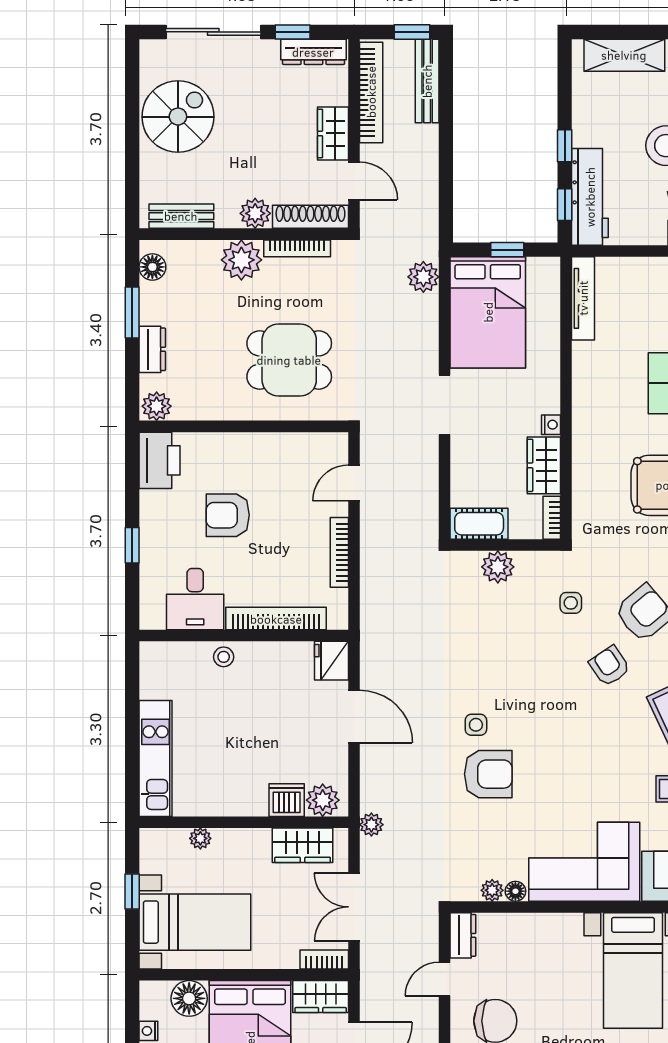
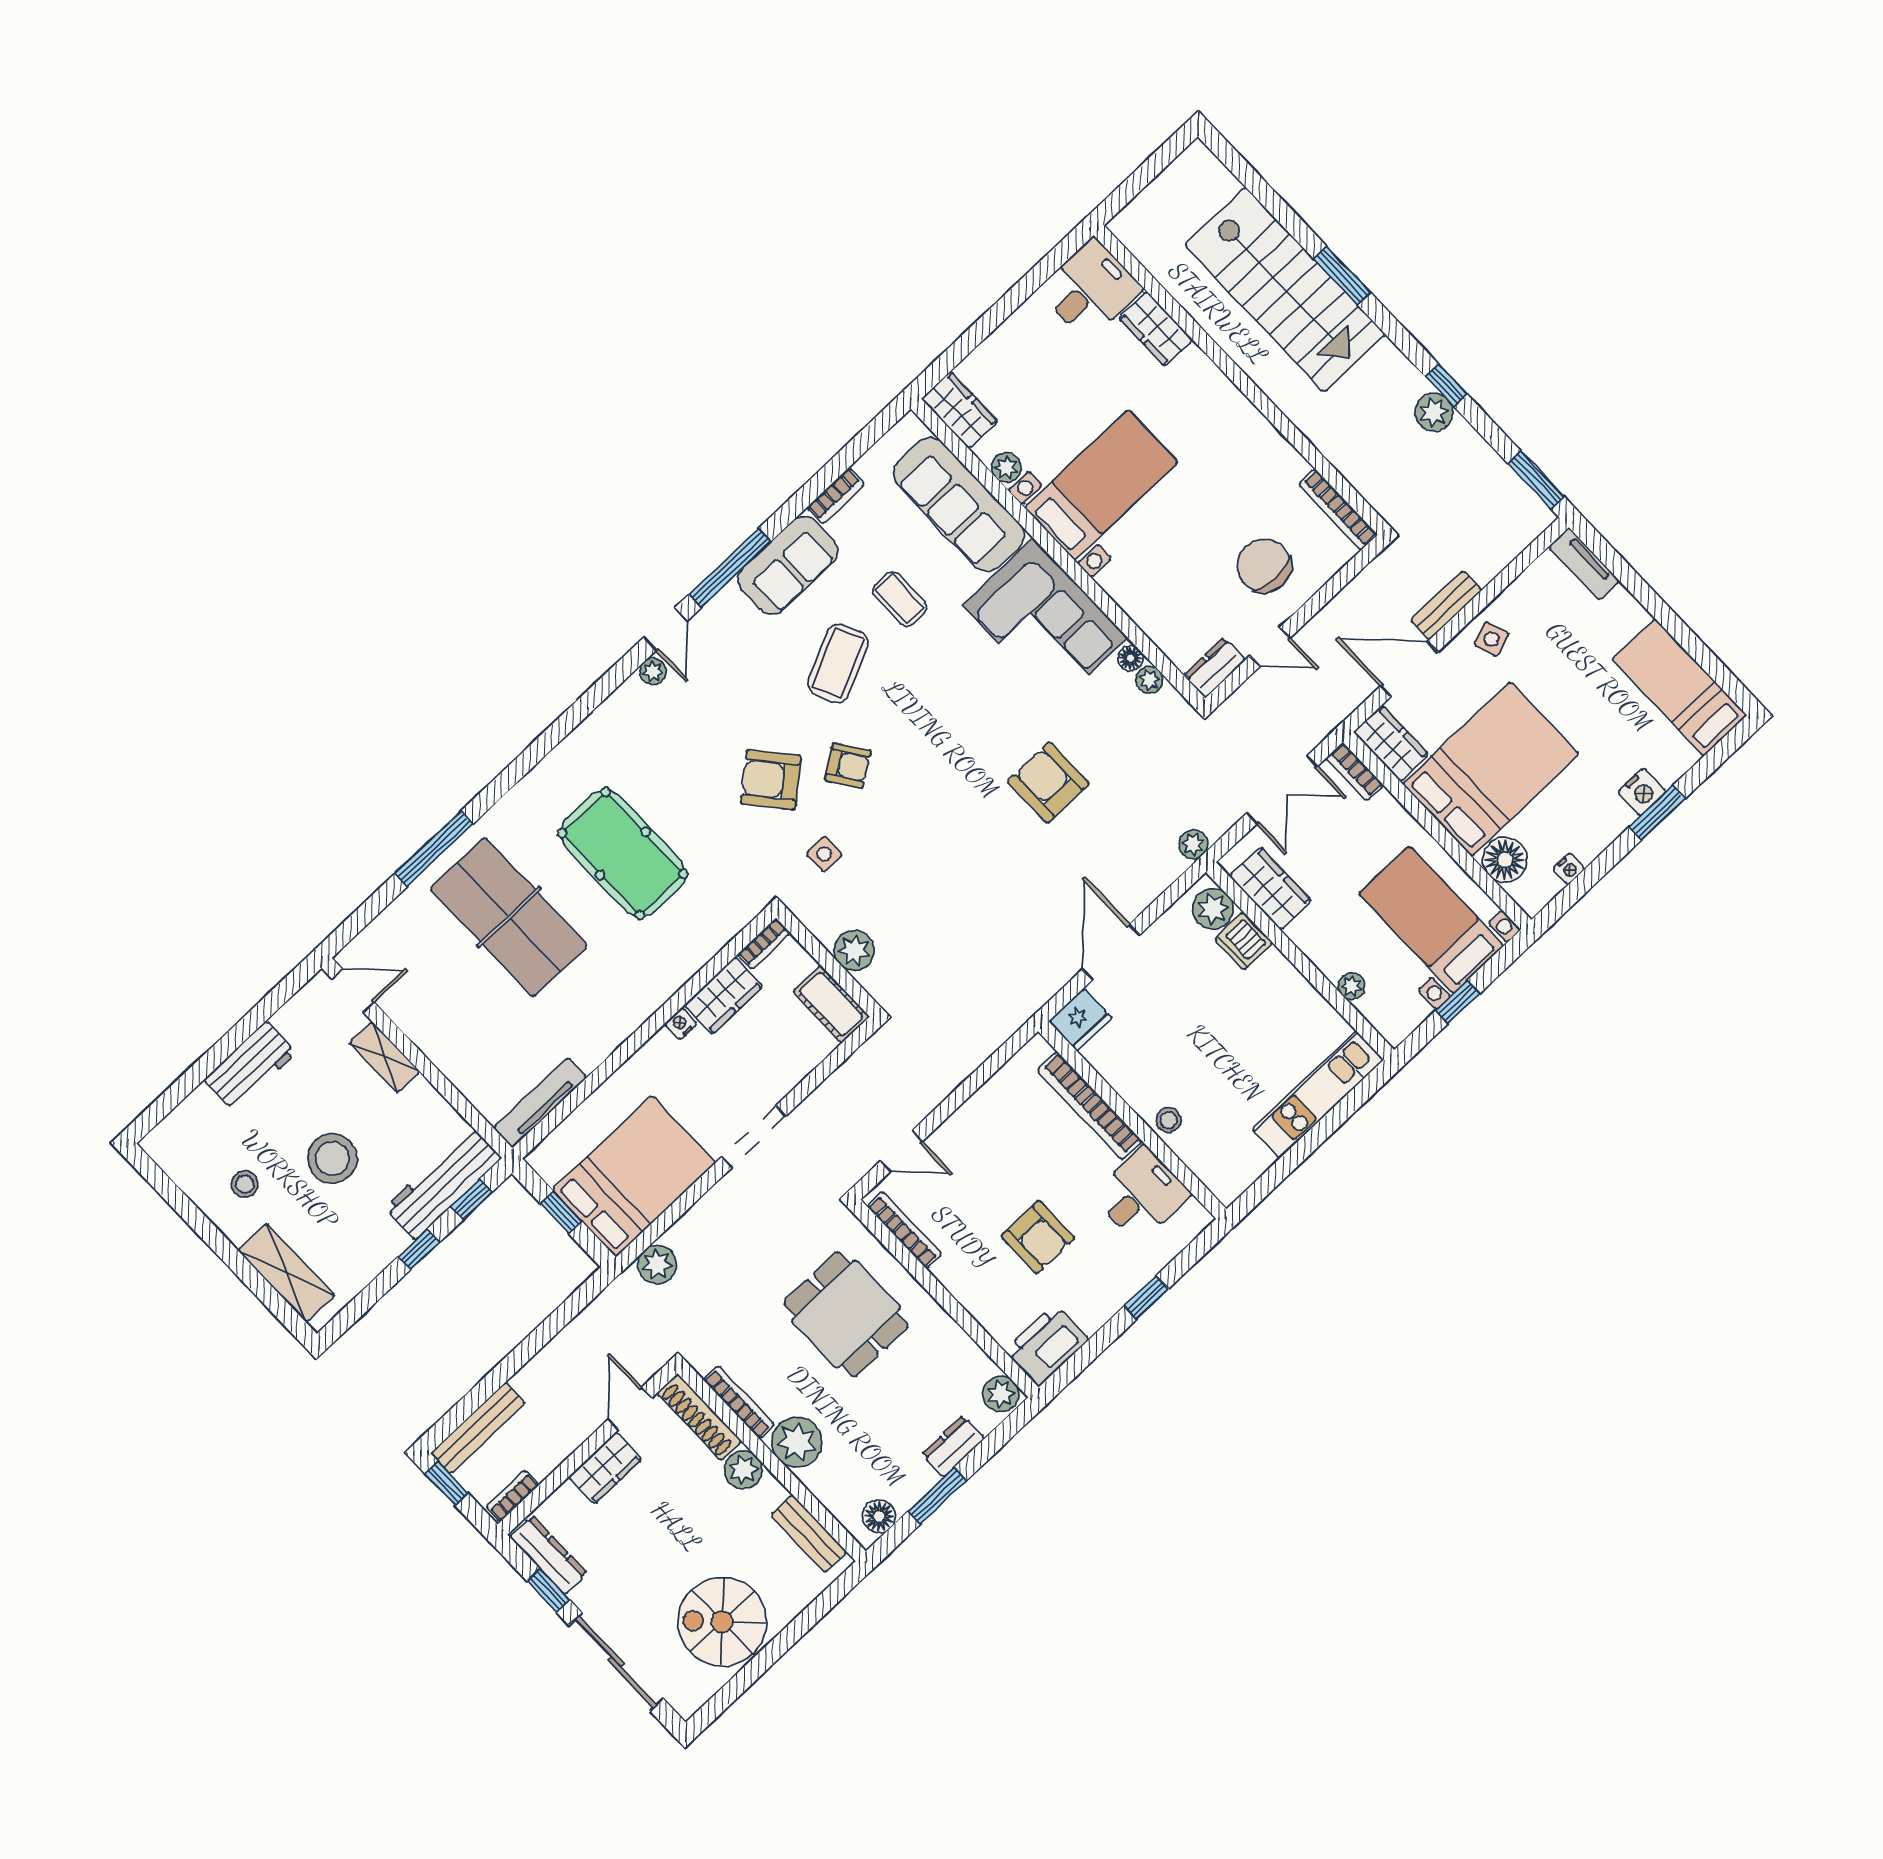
bookcase: (371, 92) -> (512, 1496), width x0.43, depth x0.76
bookcase: (339, 552) -> (904, 1230), moved, turned -90
armchair: (610, 666) -> (848, 765), turned -90
side table: (476, 725) -> (1015, 835), removed

